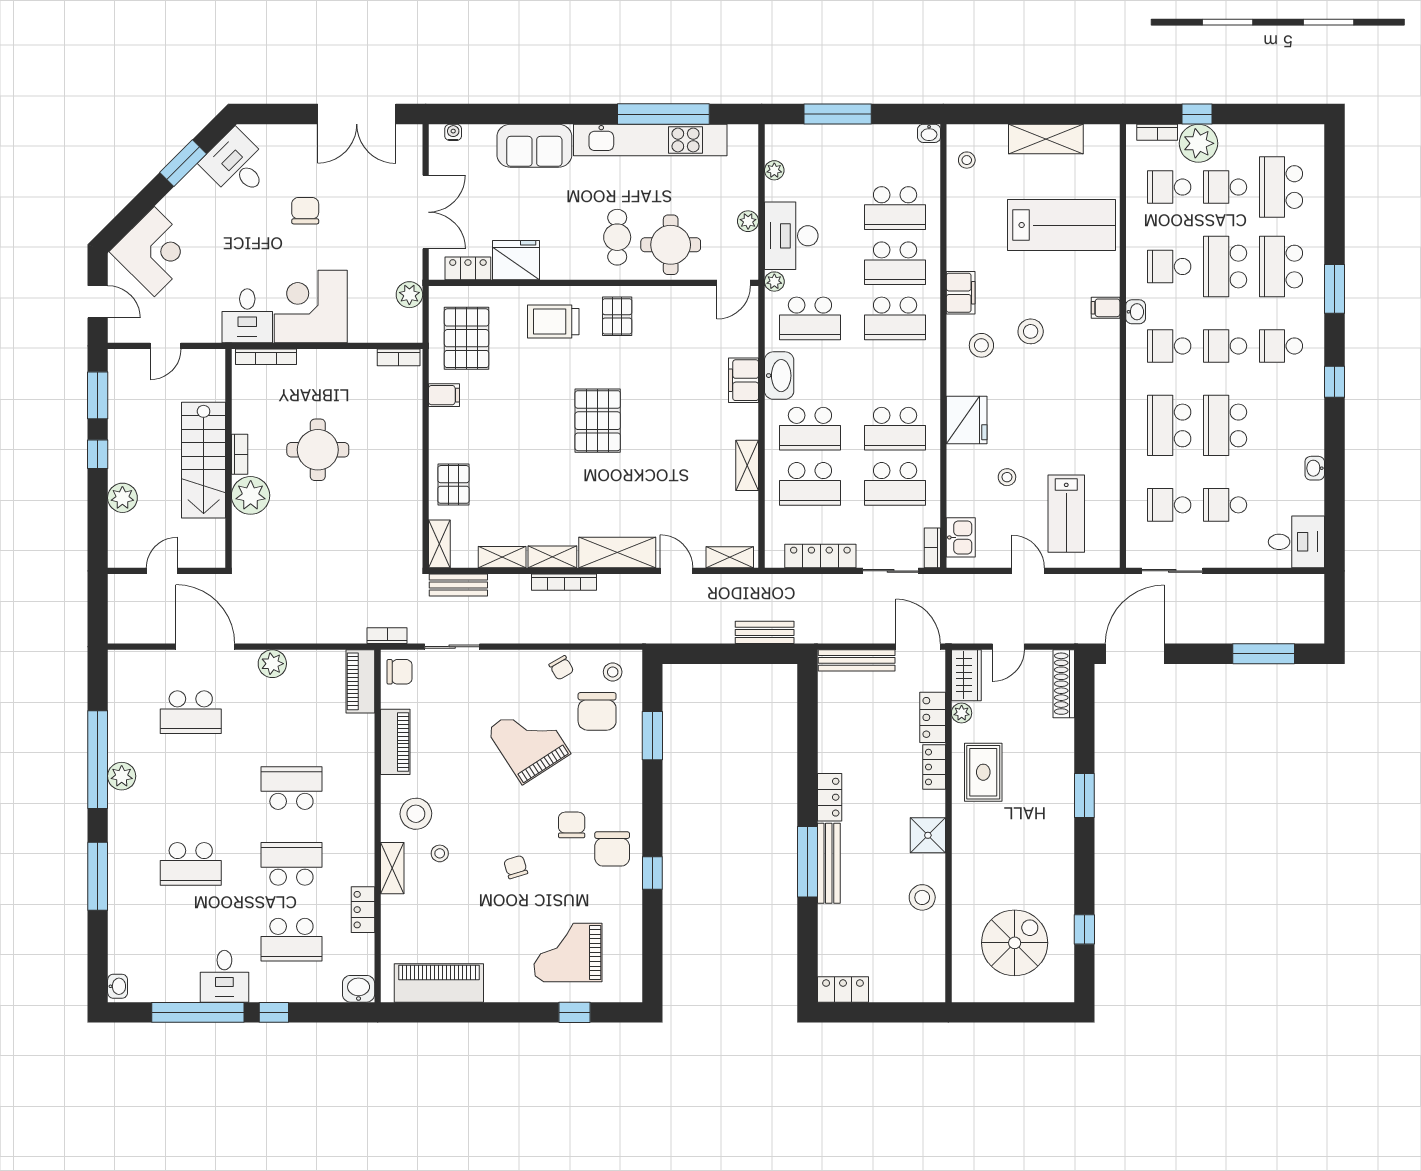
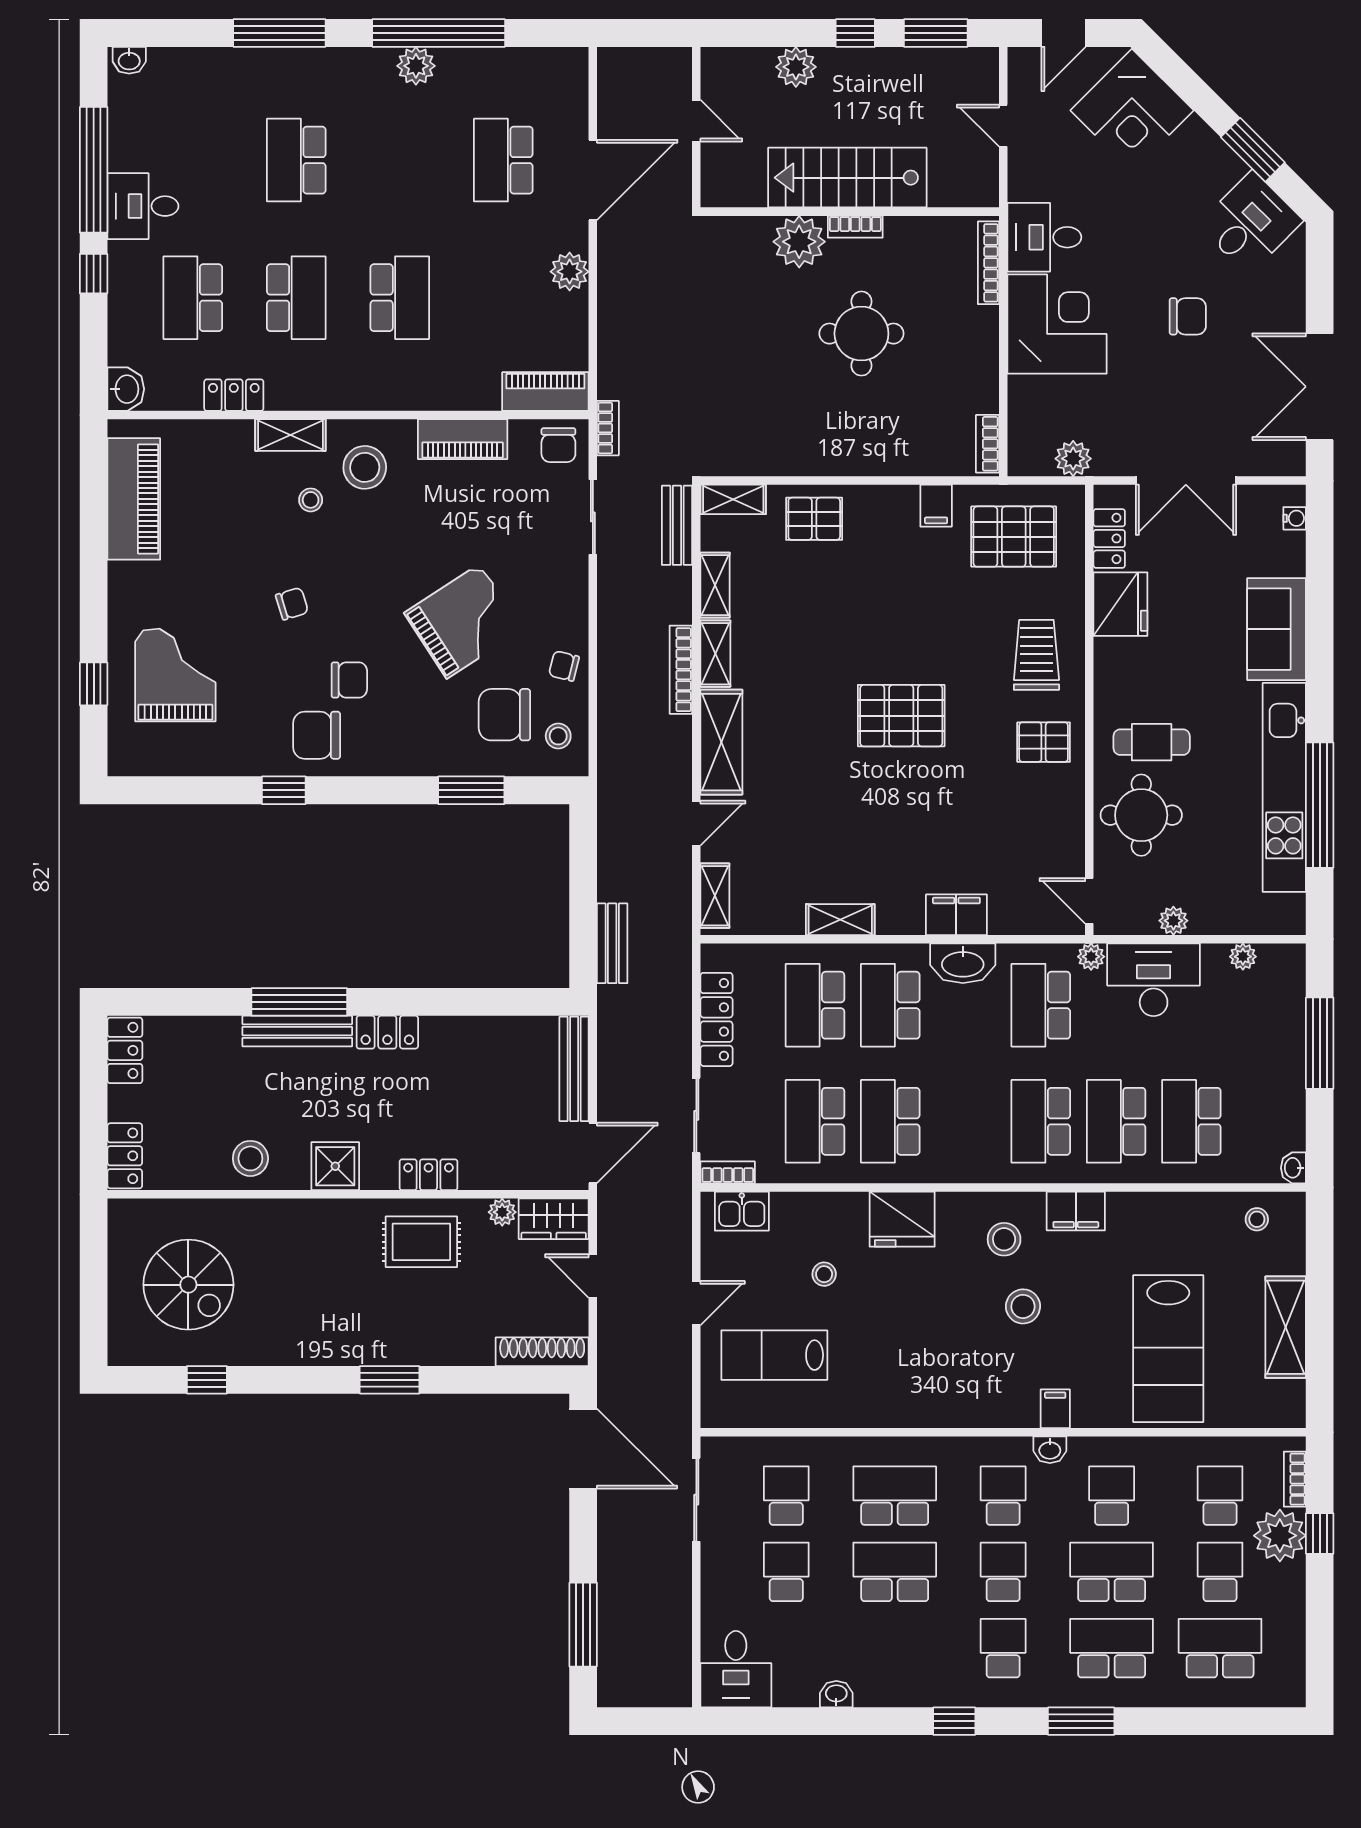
chair: (561, 668) -> (564, 666), turned 44
locker: (933, 717) -> (125, 1156), moved, turned 90

